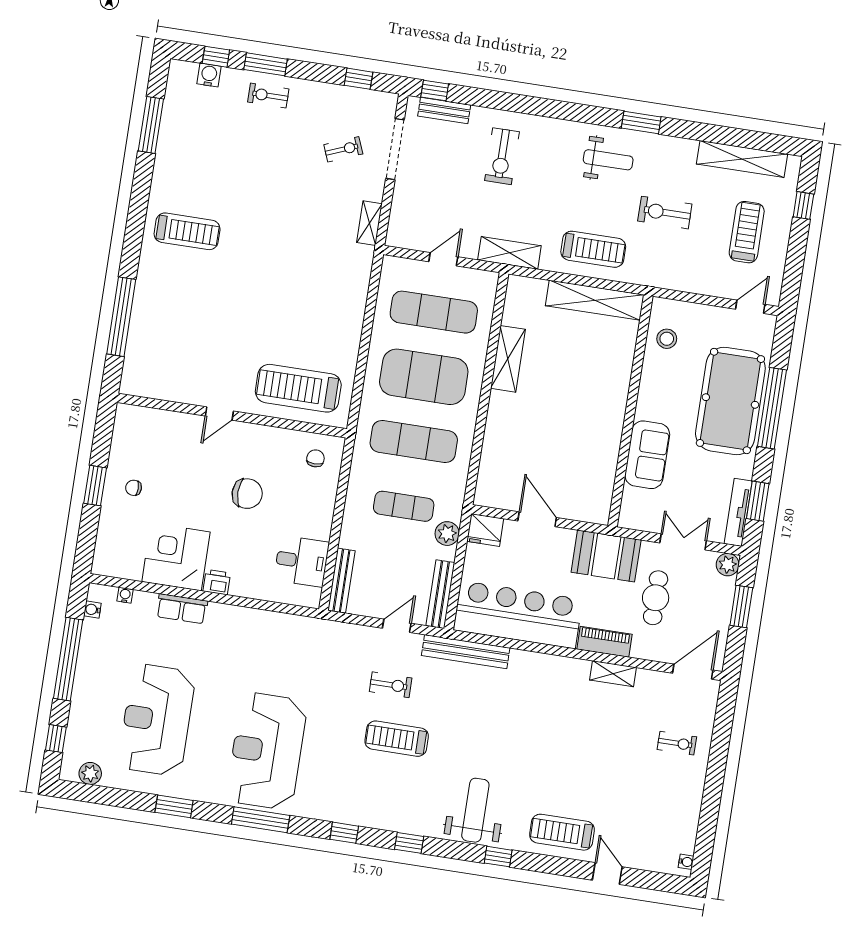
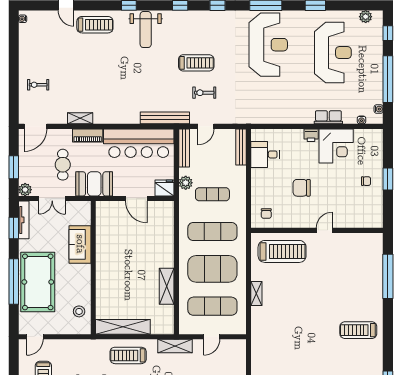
shelving: (369, 223) -> (256, 293), moved

